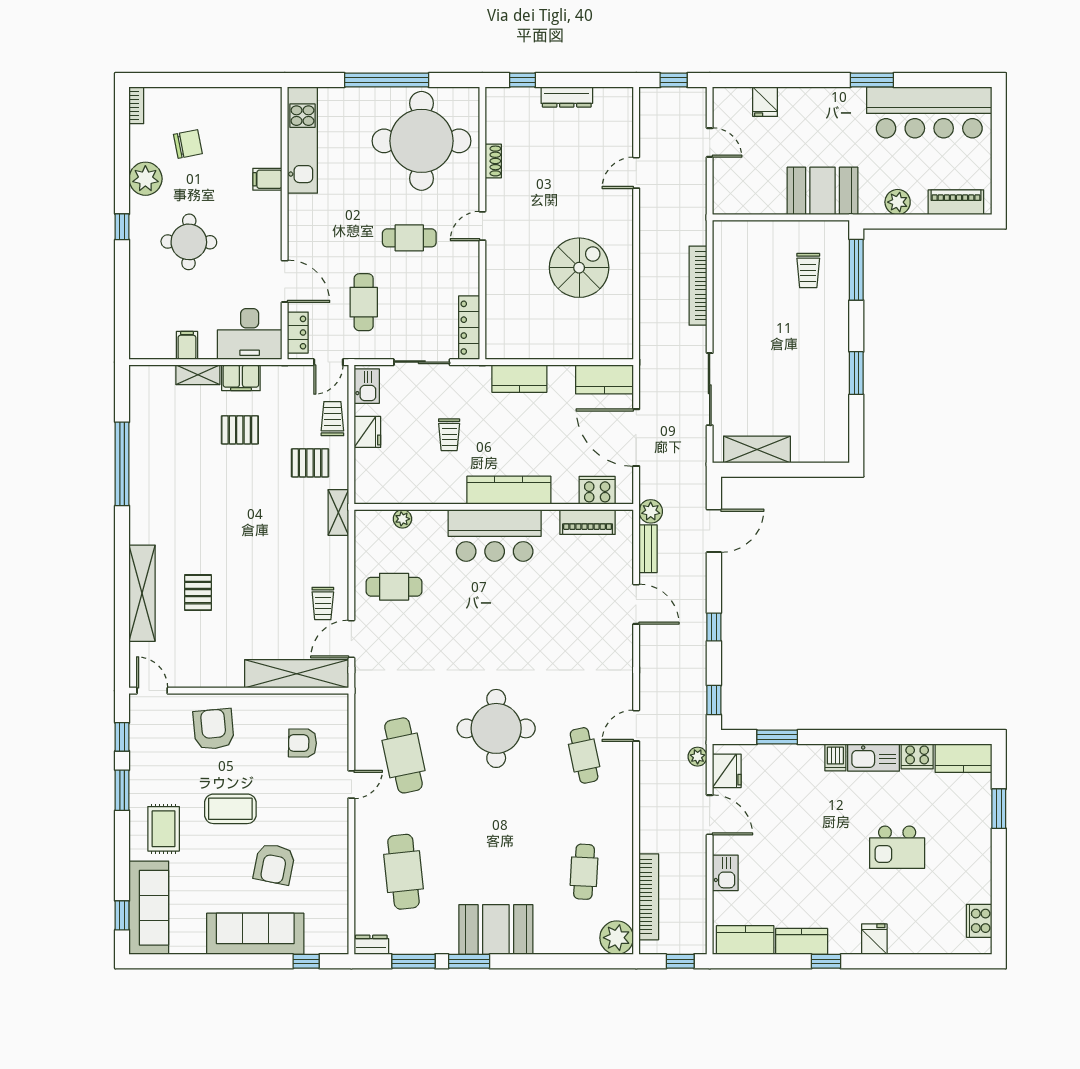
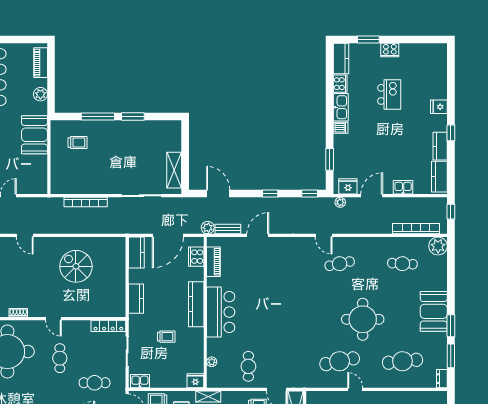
window: (856, 270) -> (98, 117), moved
fridge: (367, 432) -> (195, 381), moved
round table: (496, 728) -> (363, 319), moved
cooker: (979, 921) -> (390, 50), moved

